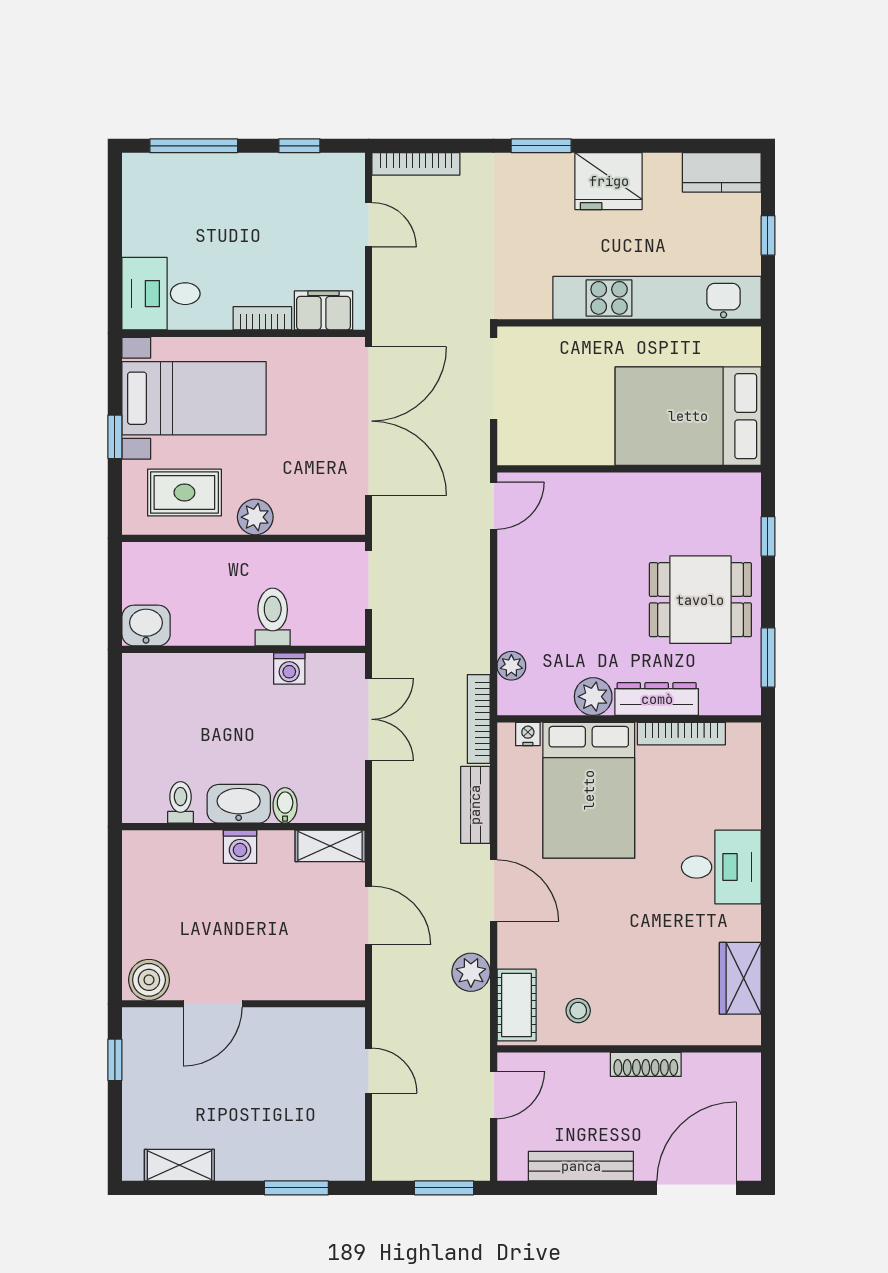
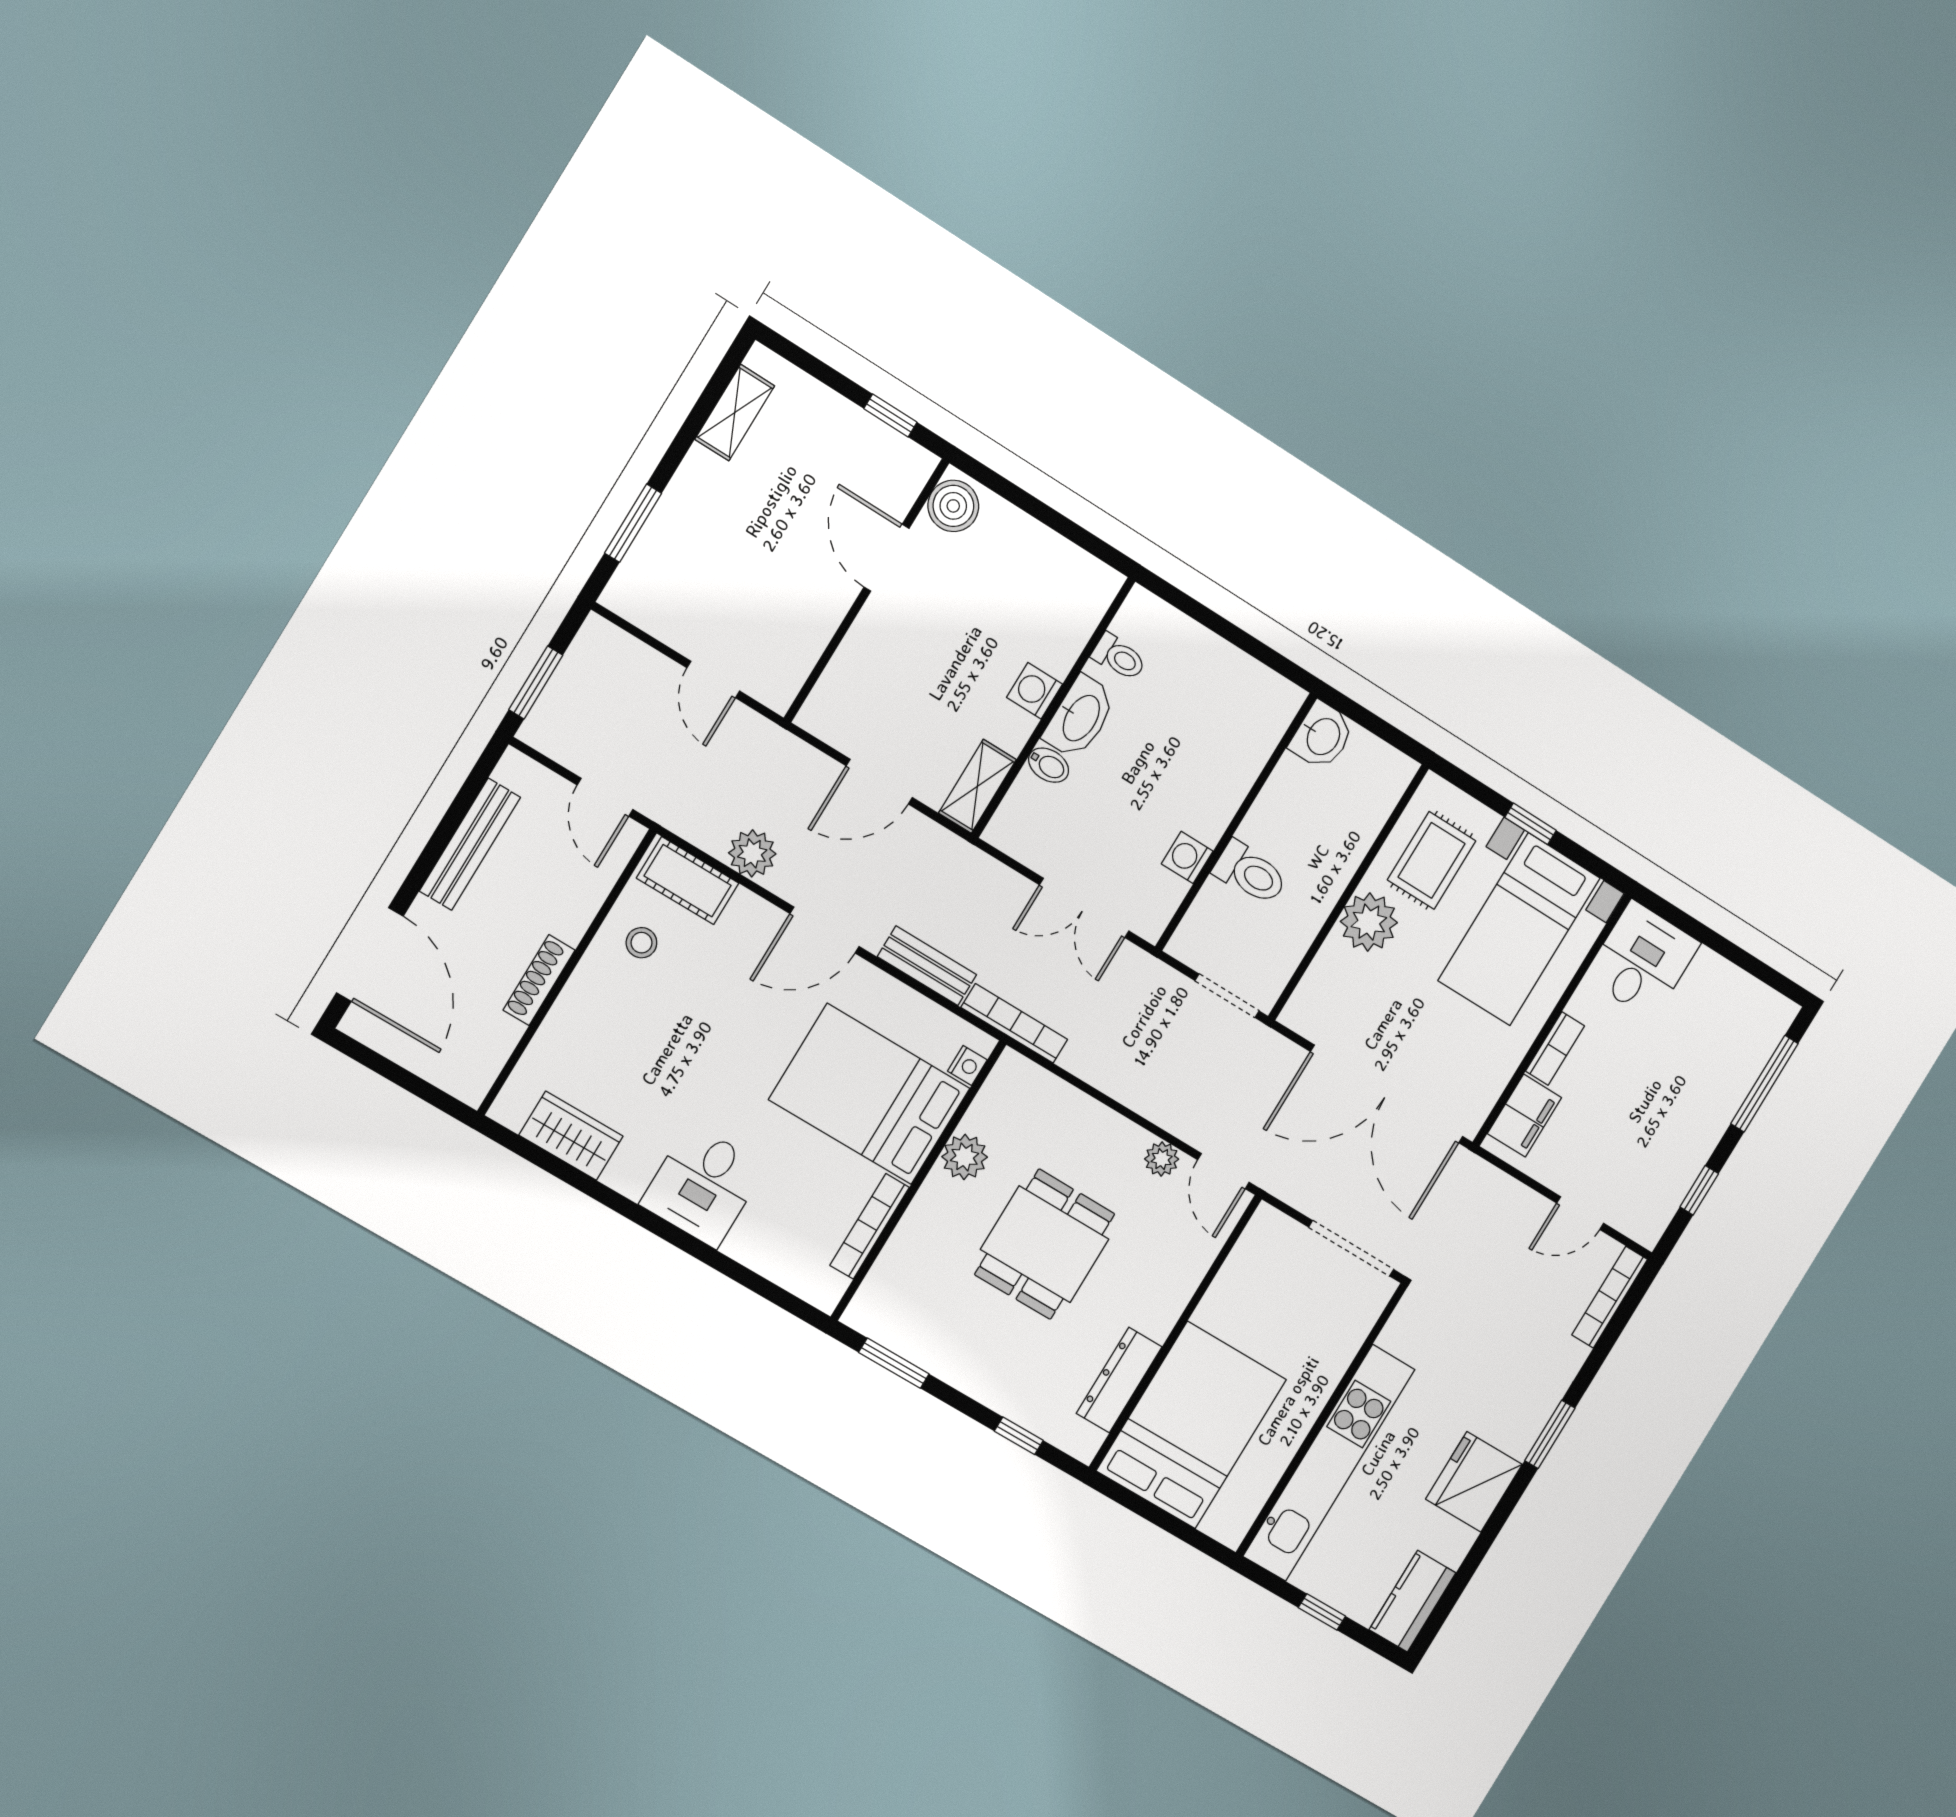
plant: (255, 517) -> (1369, 922), width x1.36, depth x1.36
dining table: (700, 600) -> (1045, 1244), moved
plant: (511, 666) -> (1162, 1159), moved
dresser: (657, 699) -> (1119, 1380), moved, turned 180
door: (368, 1071) -> (713, 680), hinge flipped

